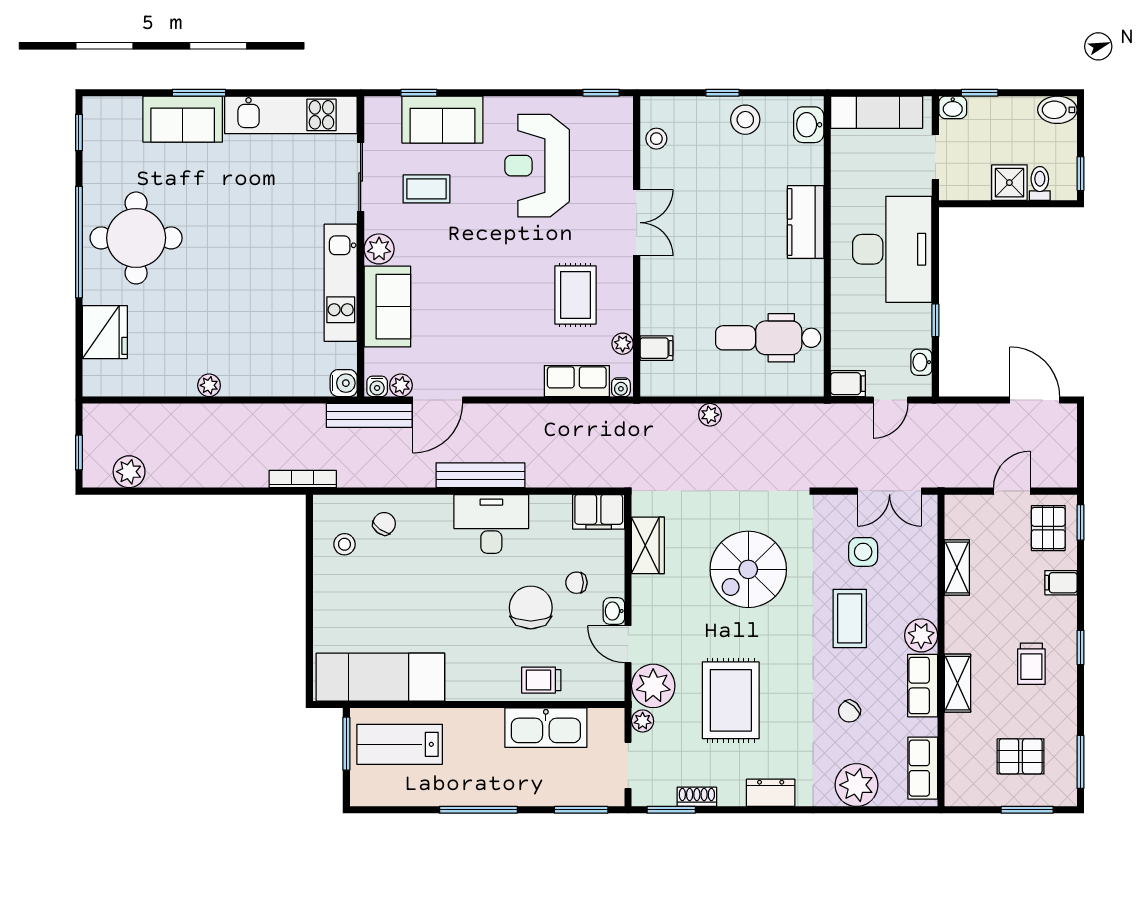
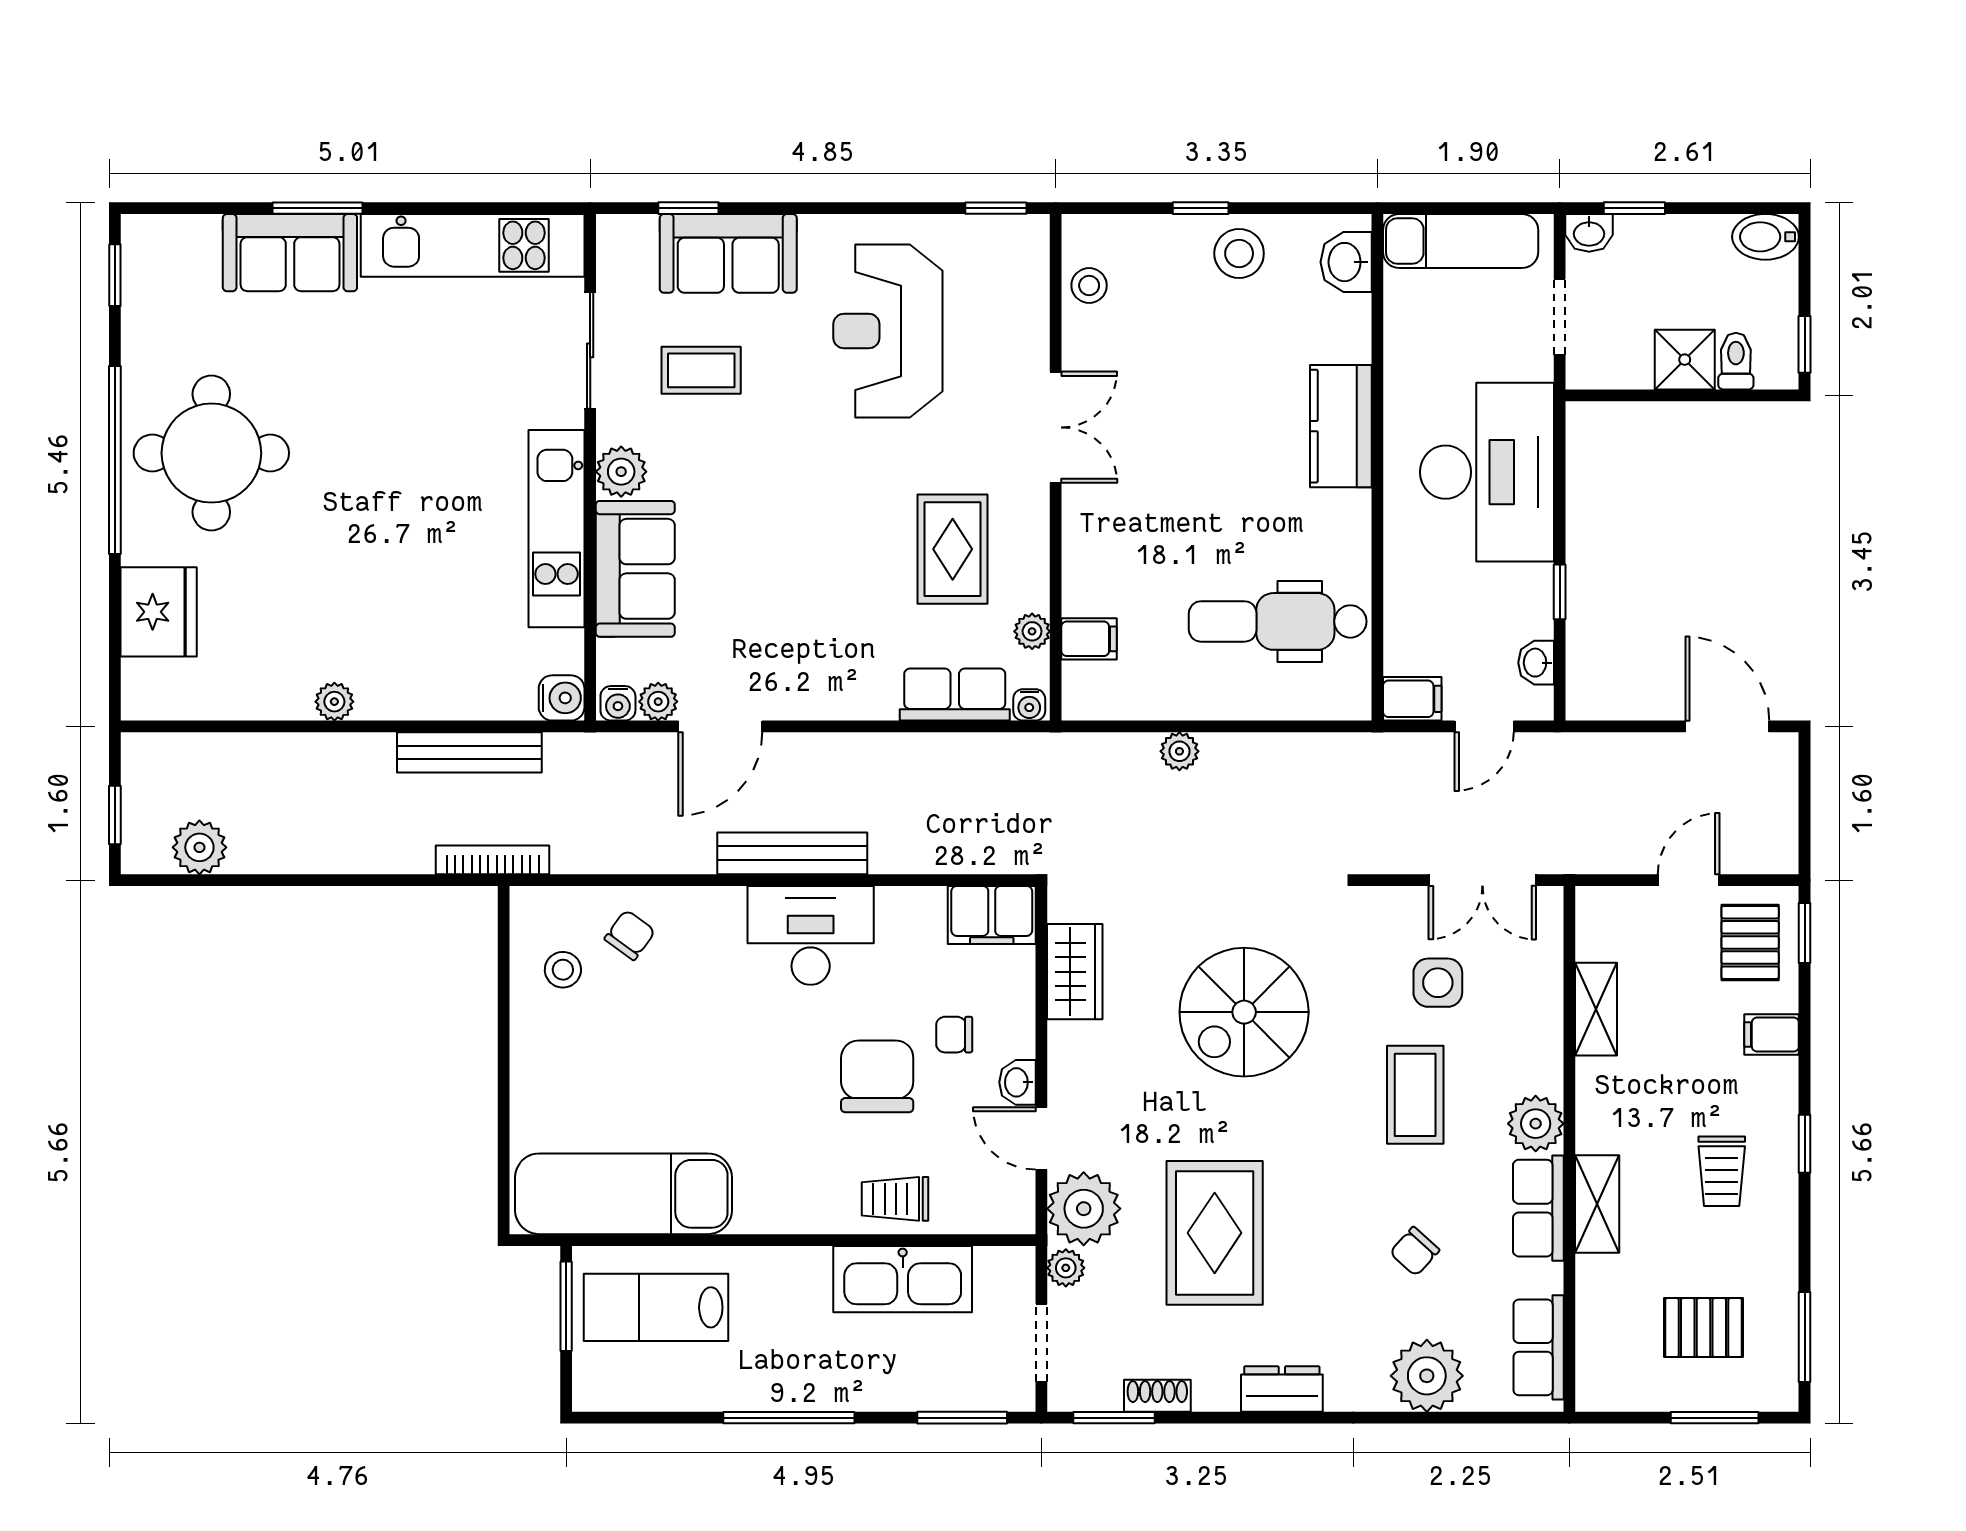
bench: (369, 415) -> (469, 752), moved

